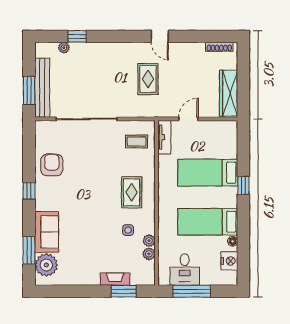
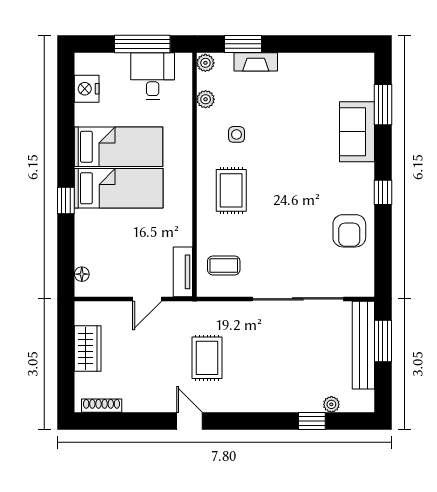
wardrobe: (229, 93) -> (88, 348), width x0.67
bed: (208, 173) -> (119, 188), moved
plant: (149, 241) -> (205, 63), moved
floor lamp: (233, 241) -> (82, 274), moved
plant: (46, 265) -> (357, 83), removed

